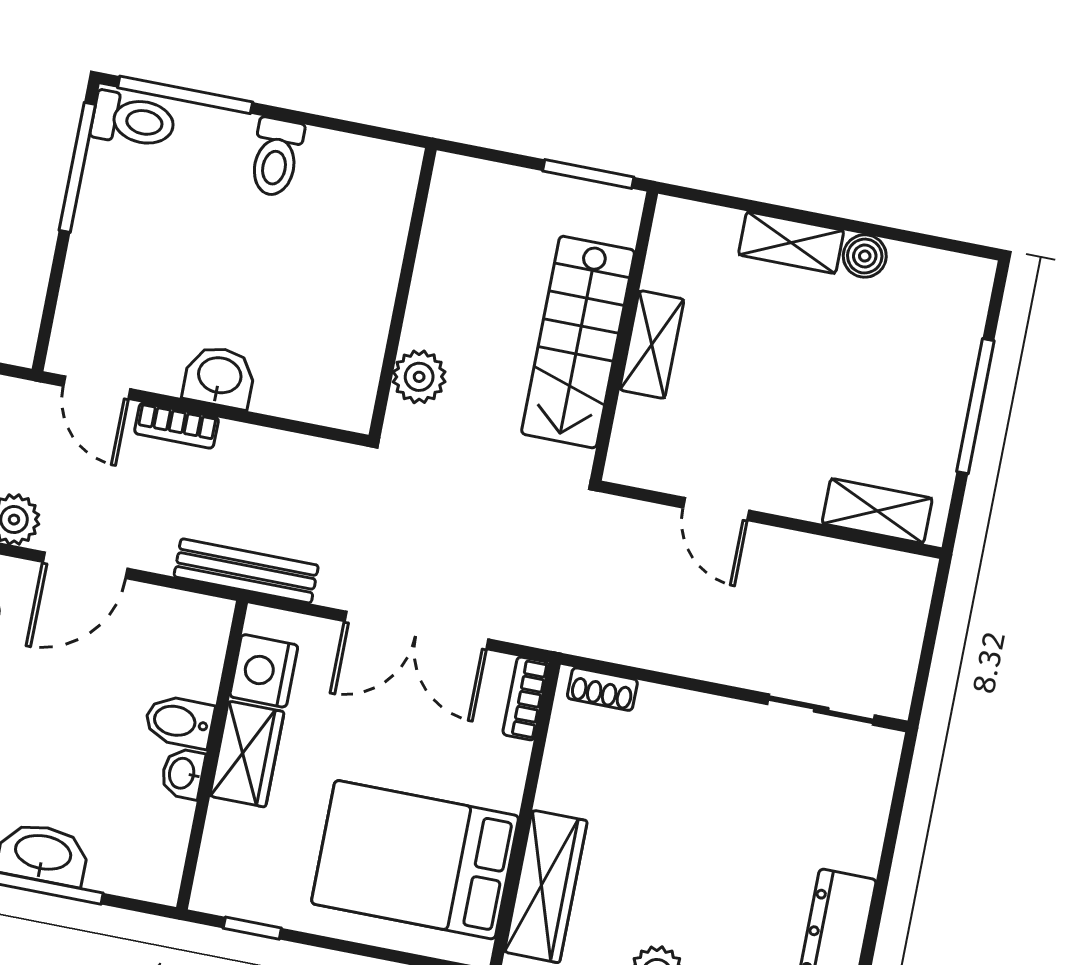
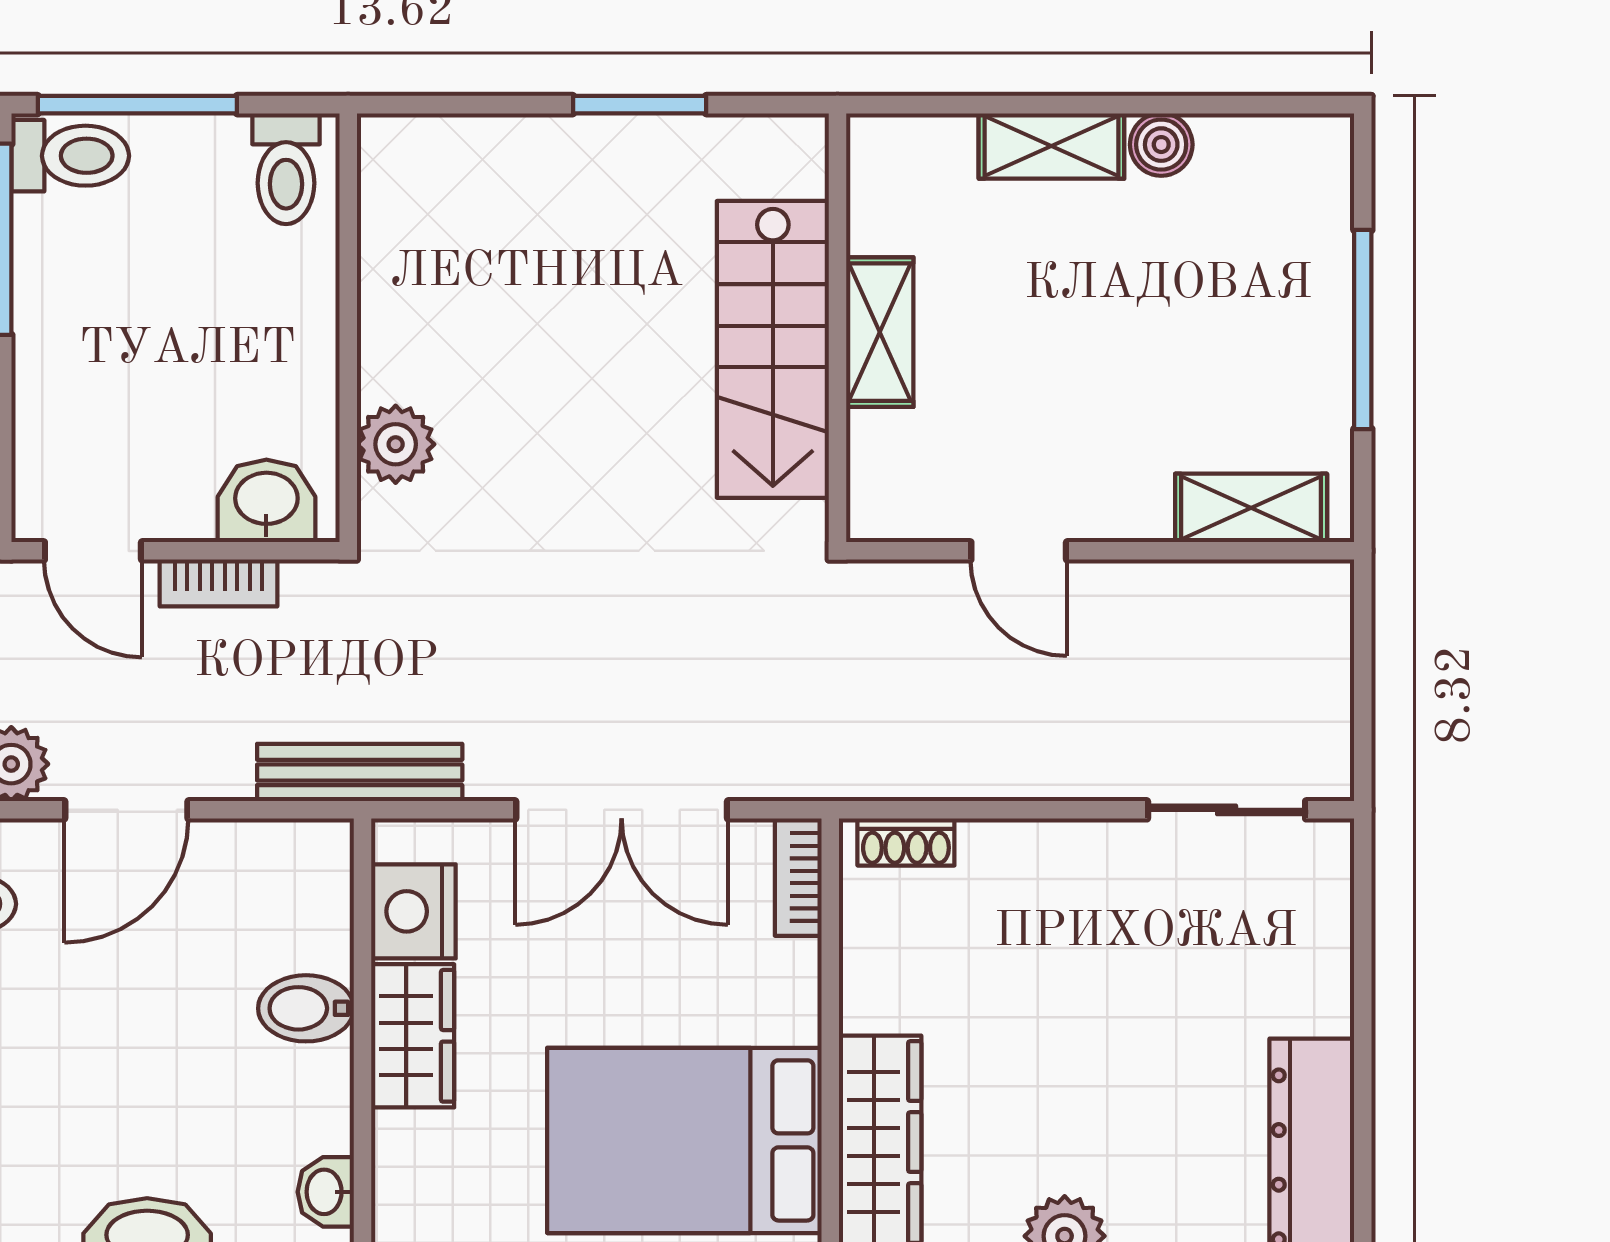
window: (588, 174) -> (640, 105), moved
wall: (403, 293) -> (348, 328), moved
plant: (419, 377) -> (396, 444), moved
washbasin: (183, 774) -> (326, 1192), moved

